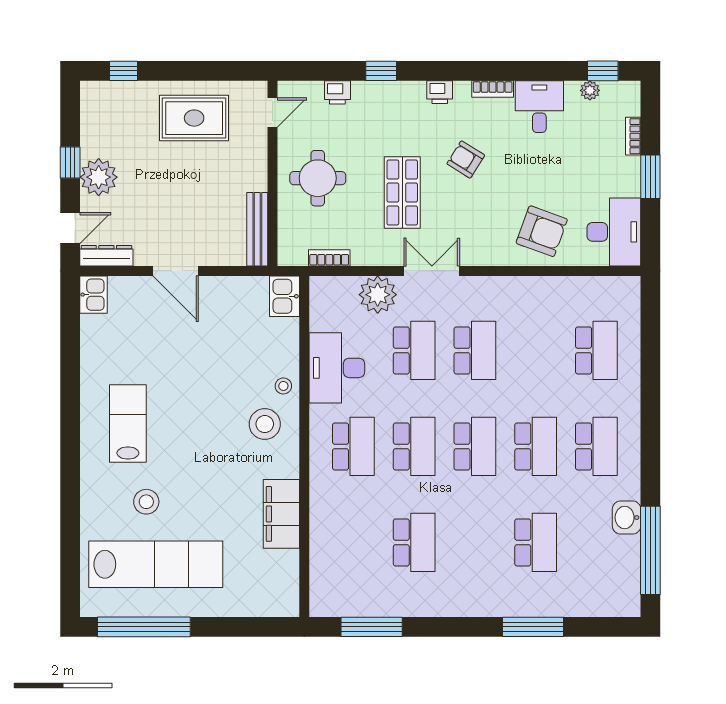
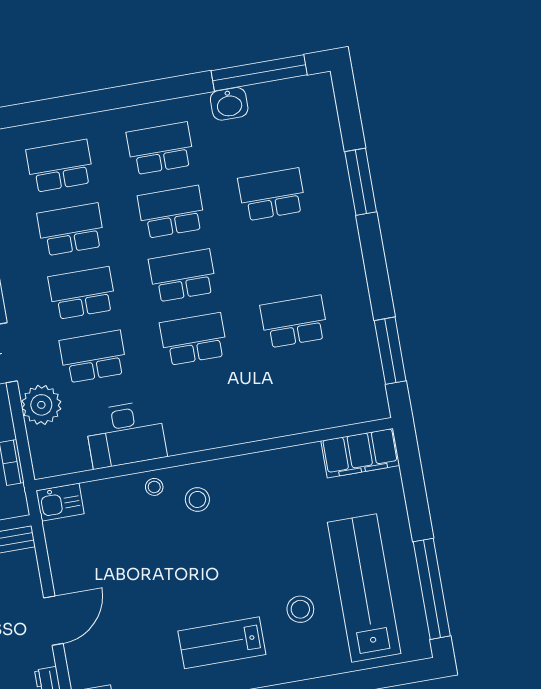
stool: (265, 424) -> (197, 499), width x0.73, depth x0.73
school desk: (353, 446) -> (71, 229), moved
filing cabinet: (281, 514) -> (360, 453), moved

